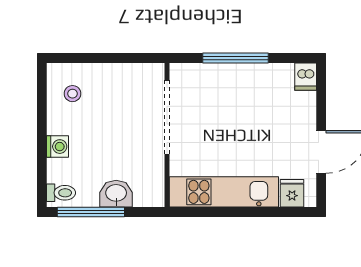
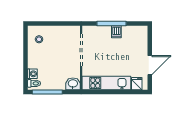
dishwasher: (306, 77) -> (116, 32), moved
washing machine: (58, 147) -> (32, 74), moved
washbasin: (116, 194) -> (73, 84), moved

